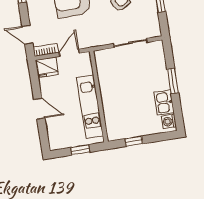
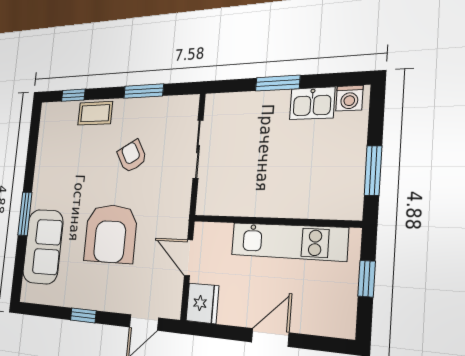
bookcase: (46, 50) -> (174, 298), removed
window: (134, 141) -> (373, 170), width x1.50

